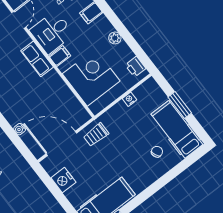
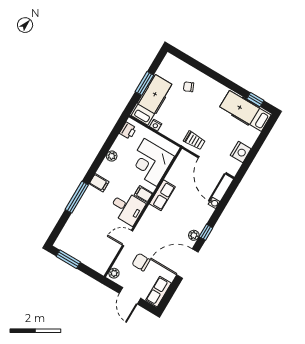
row of seats: (37, 59) -> (162, 195), moved
hospital bed: (177, 129) -> (152, 100), moved, turned 180

